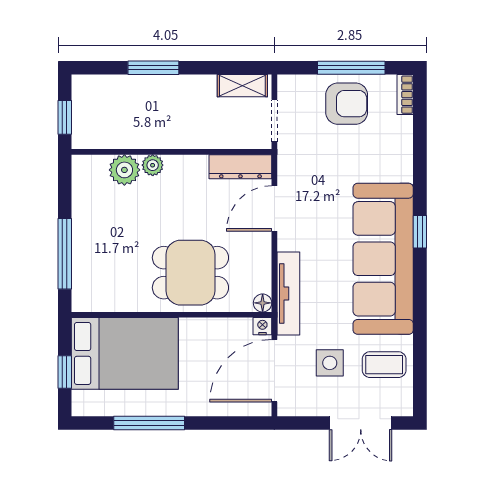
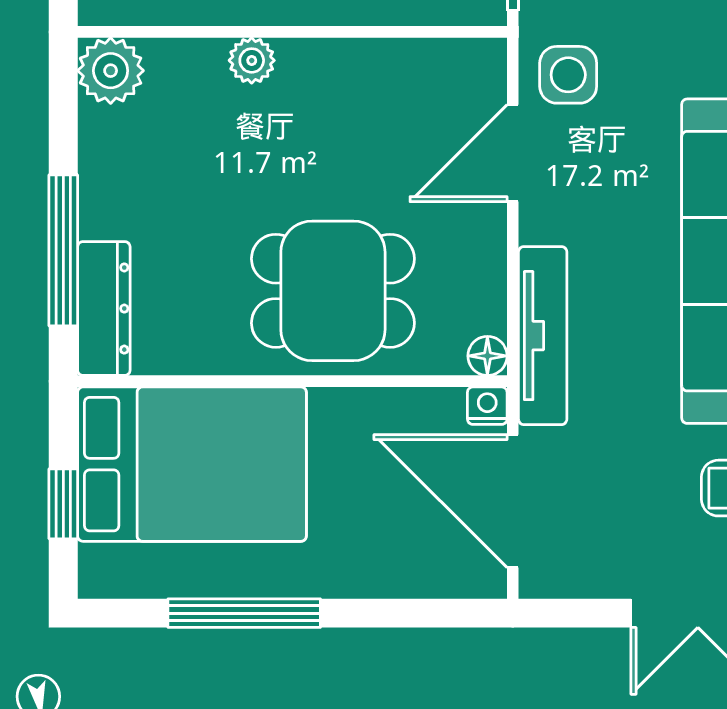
dresser: (240, 167) -> (104, 309), moved, turned -90
plant: (124, 170) -> (111, 71), moved
side table: (330, 363) -> (568, 75), moved
door: (274, 371) -> (513, 501), hinge flipped

